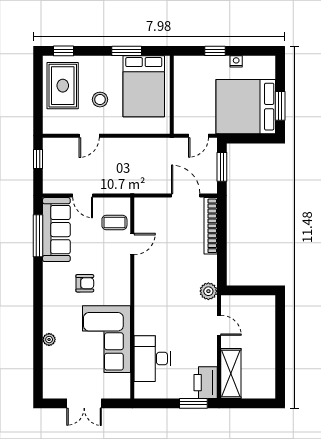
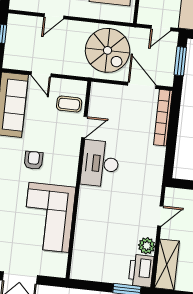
spiral stairs: (147, 164) -> (108, 50), added
armchair: (85, 283) -> (34, 160), turned -90
plant: (208, 291) -> (147, 246), moved
door: (219, 325) -> (160, 216), hinge flipped
desk: (152, 359) -> (100, 164), moved

